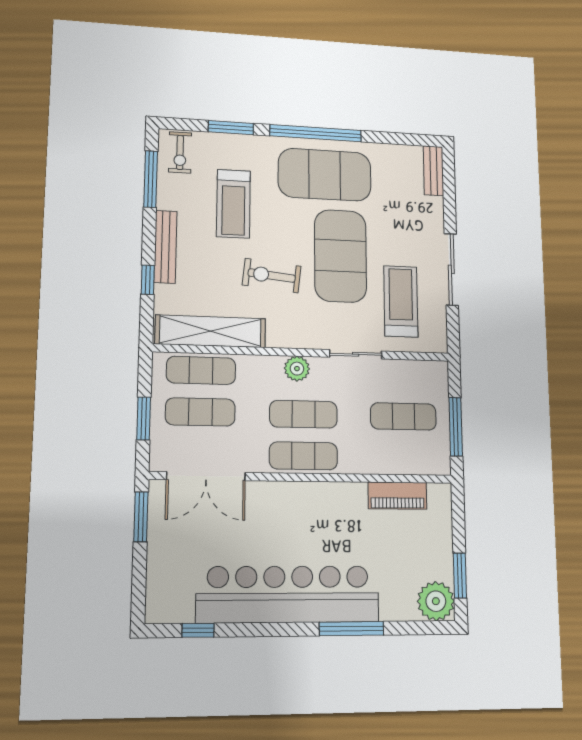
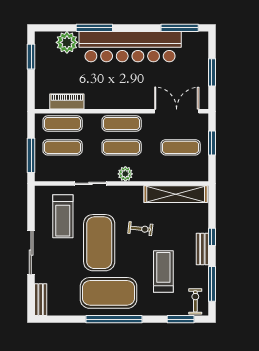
window: (231, 128) -> (181, 319), moved
bench: (166, 247) -> (202, 249), width x0.73
sliding door: (451, 269) -> (31, 253), moved
exercise bike: (272, 276) -> (140, 229), width x0.73, depth x0.72
window: (148, 280) -> (212, 237), moved
exercise mat: (201, 370) -> (63, 123), moved
window: (456, 427) -> (31, 155), moved
window: (141, 517) -> (212, 72), moved
plant: (436, 601) -> (67, 42), moved
window: (198, 630) -> (180, 28), width x2.17

